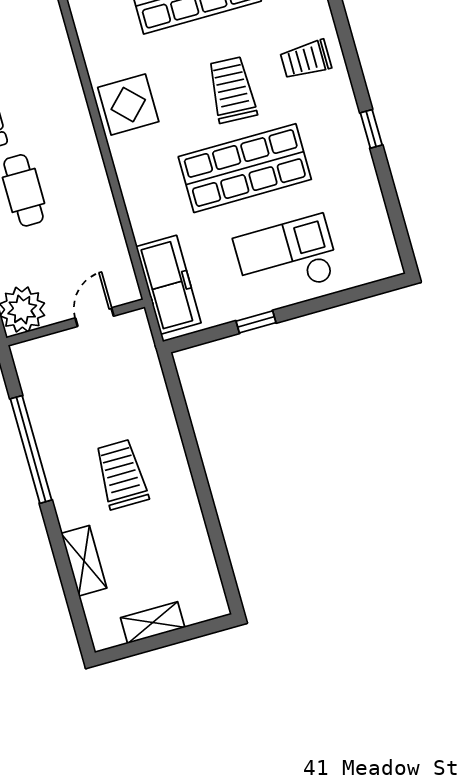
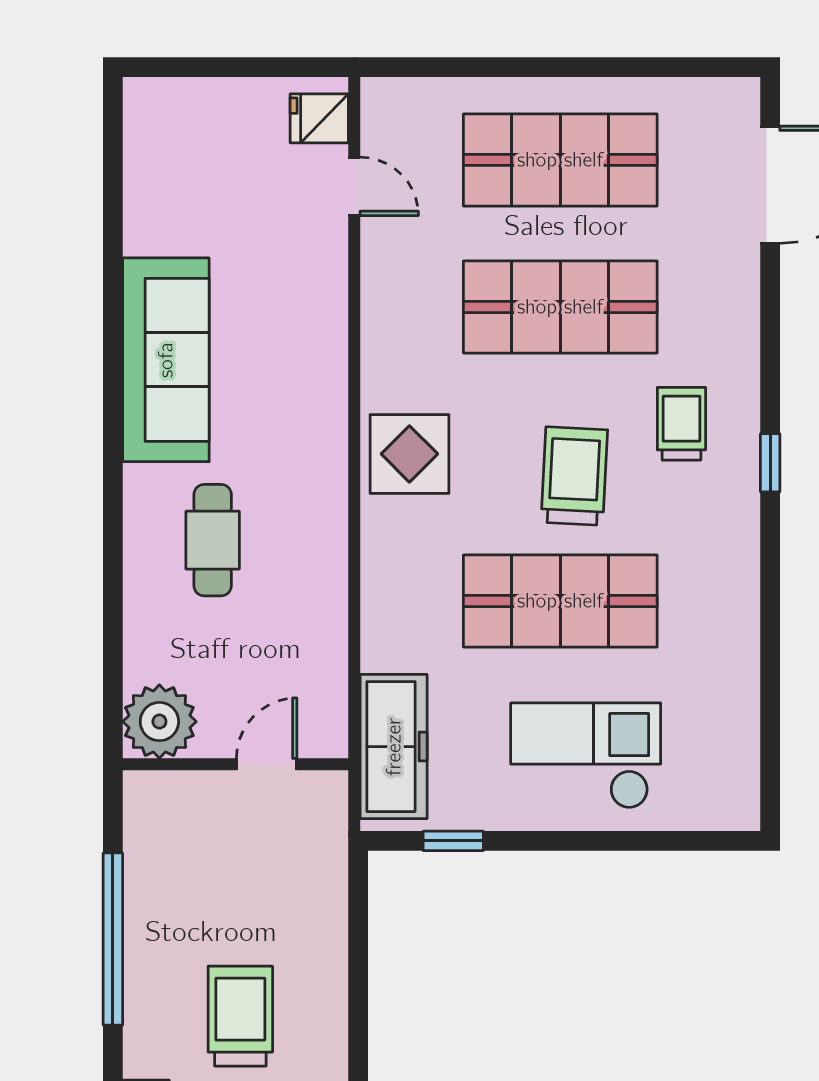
trolley: (306, 60) -> (681, 424), moved, turned 90
window: (371, 129) -> (770, 463), moved
window: (256, 322) -> (453, 841), moved

